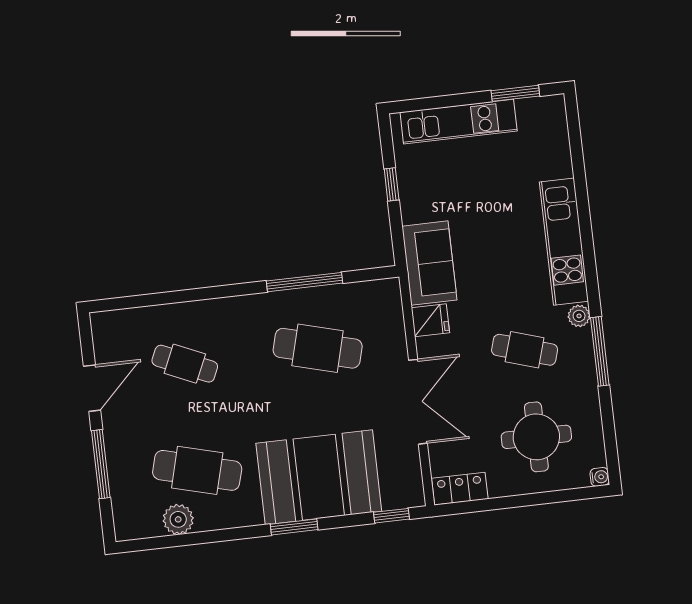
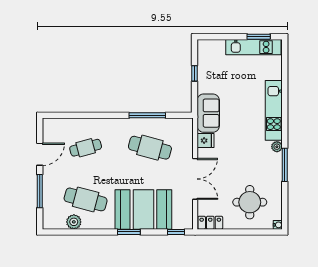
kitchen unit: (459, 122) -> (253, 47), moved
cafe table: (525, 350) -> (249, 160), removed
cafe table: (185, 364) -> (86, 148), turned -39

